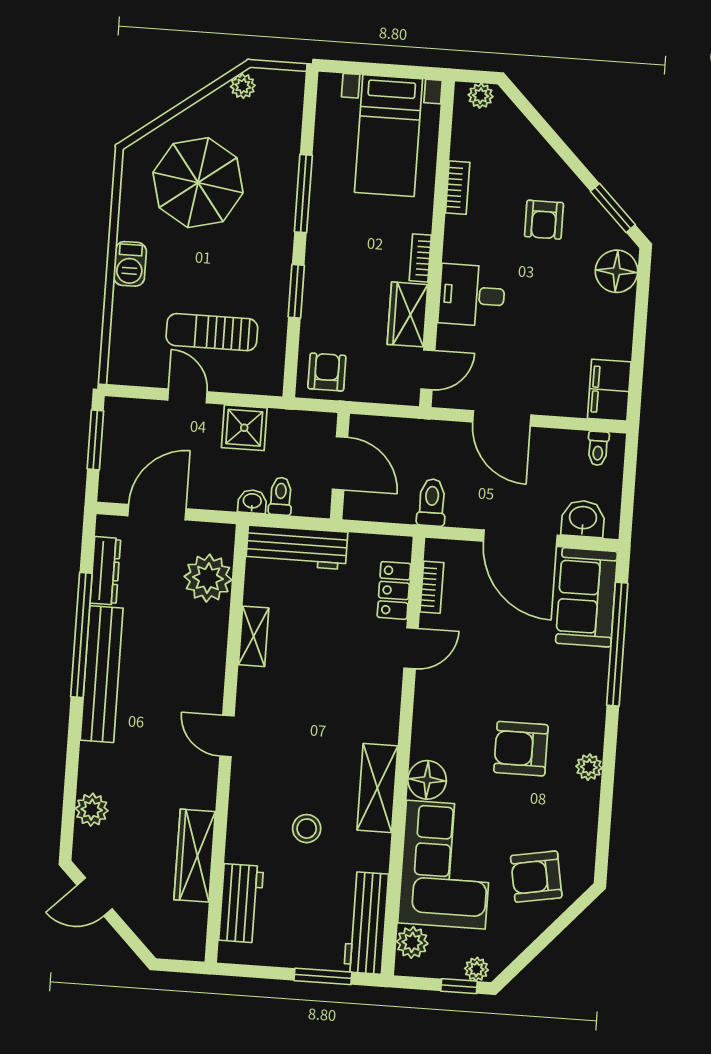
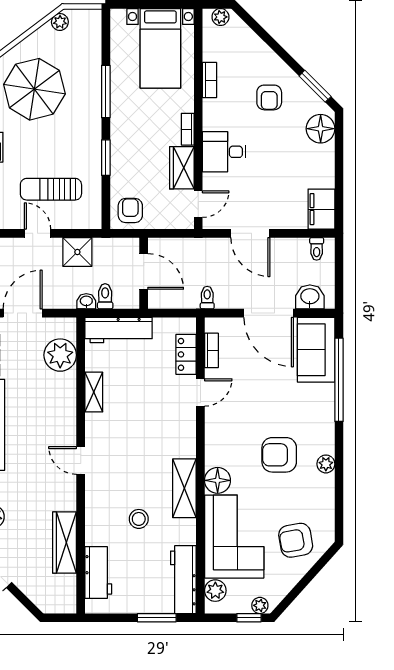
toilet: (432, 502) -> (207, 298), width x0.73, depth x0.72

